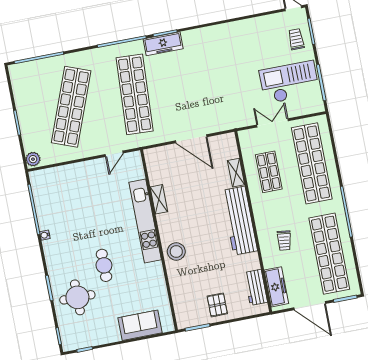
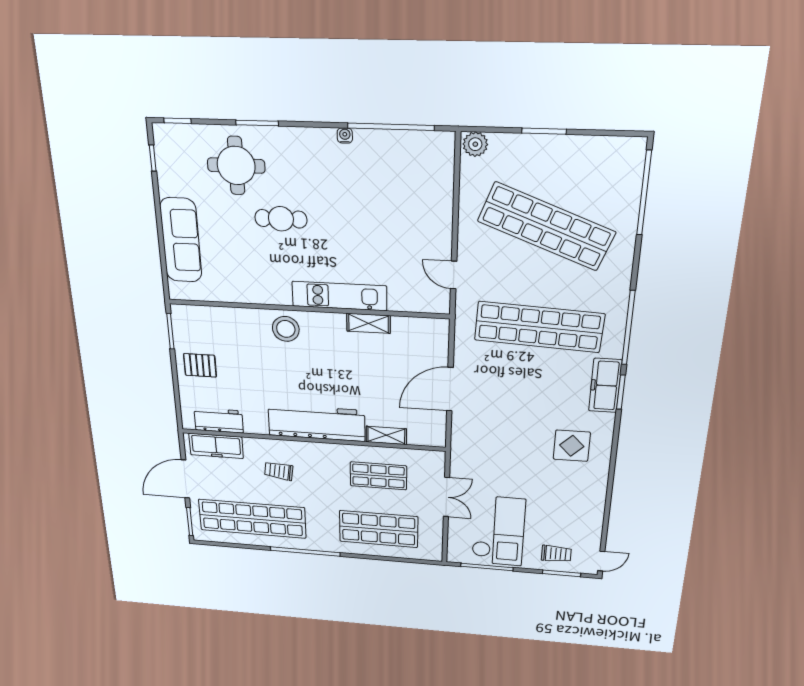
display table: (211, 52) -> (572, 446), added
shop shelf: (312, 163) -> (379, 529), width x0.71
kitchen unit: (145, 221) -> (339, 296), width x0.73
sofa: (140, 325) -> (181, 240), width x1.36

